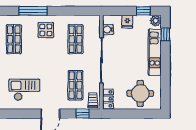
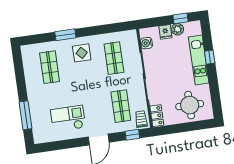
window: (33, 11) -> (65, 35), width x0.69
plant: (156, 21) -> (178, 29), moved
window: (165, 34) -> (210, 57), moved

